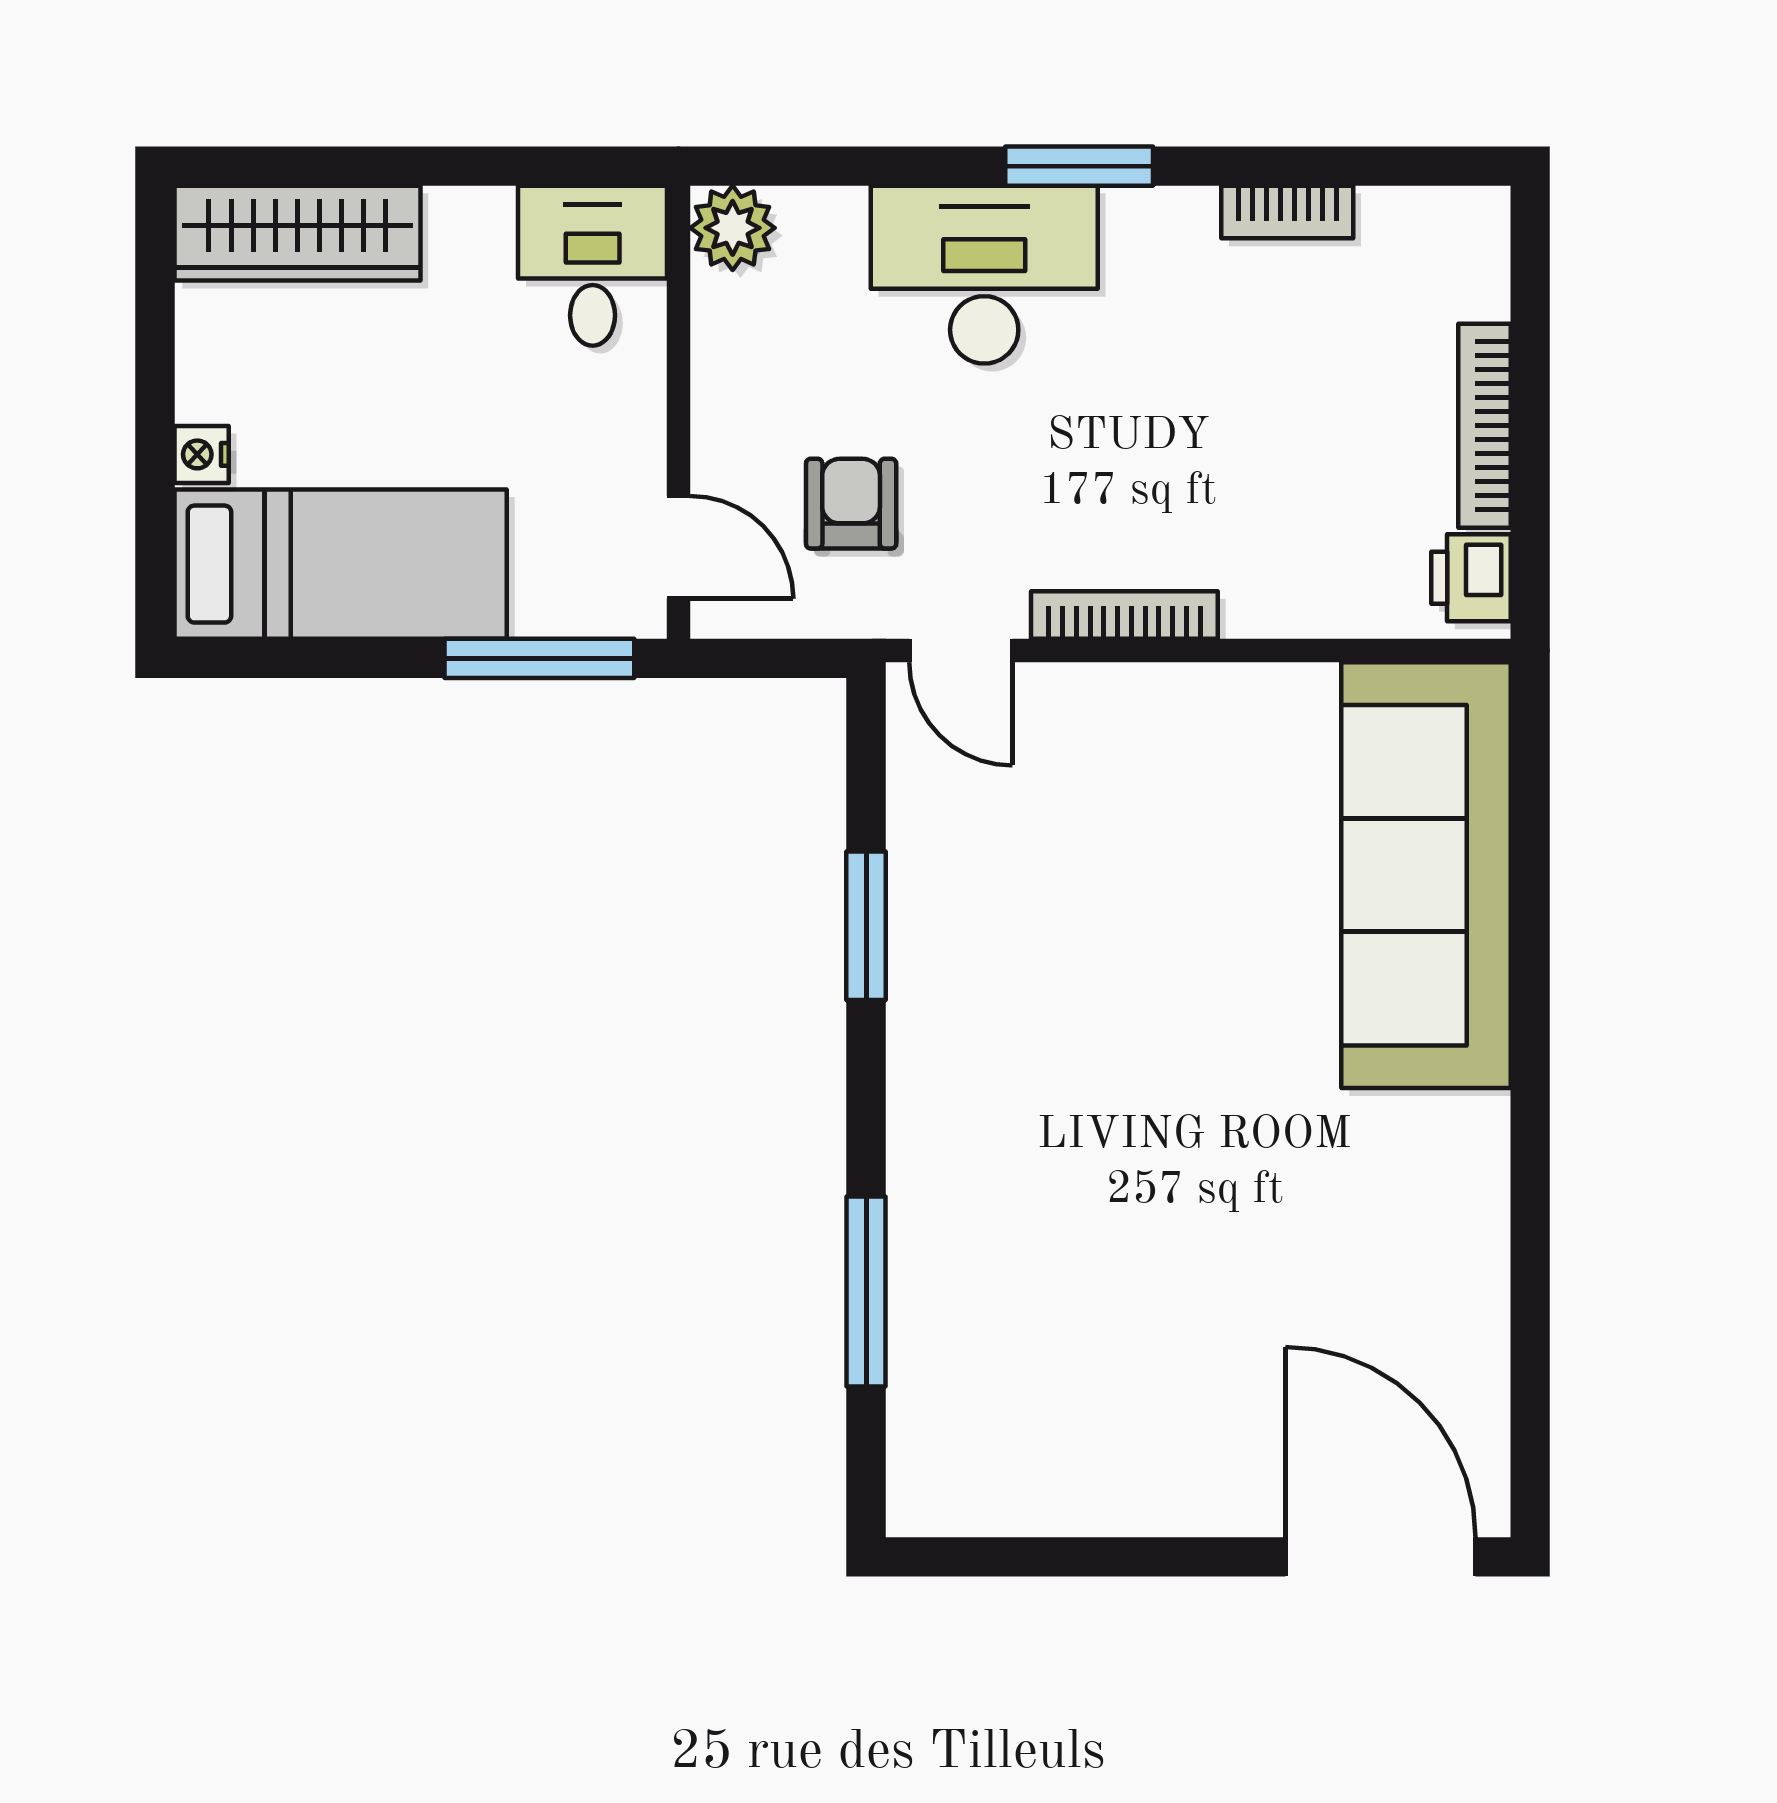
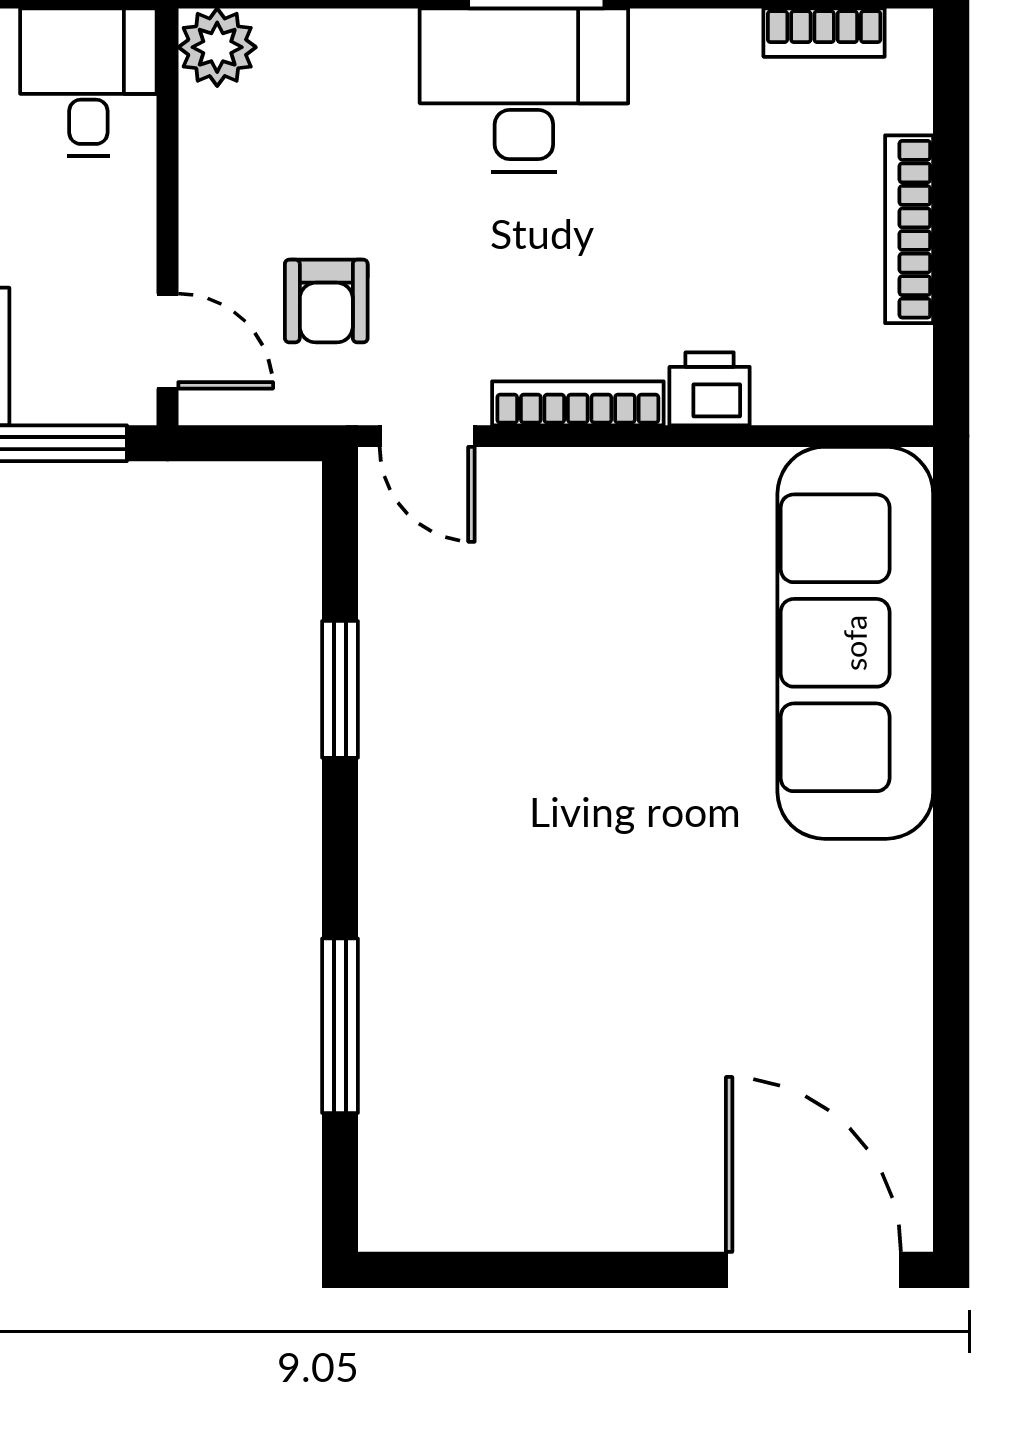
bookcase: (1287, 212) -> (824, 33), moved
desk: (984, 275) -> (524, 90), moved
armchair: (851, 504) -> (326, 301), turned 180
printer: (1471, 578) -> (710, 389), moved, turned 90

